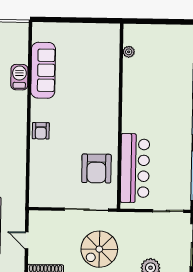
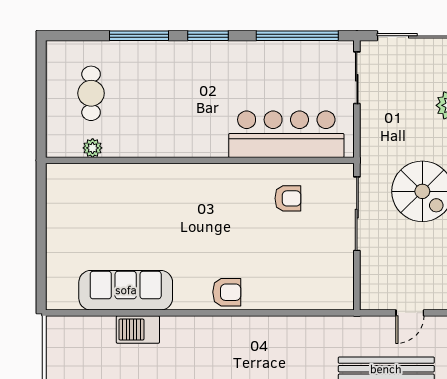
cafe table: (162, 52) -> (91, 93), added
armchair: (96, 168) -> (288, 198), width x0.53, depth x0.53

